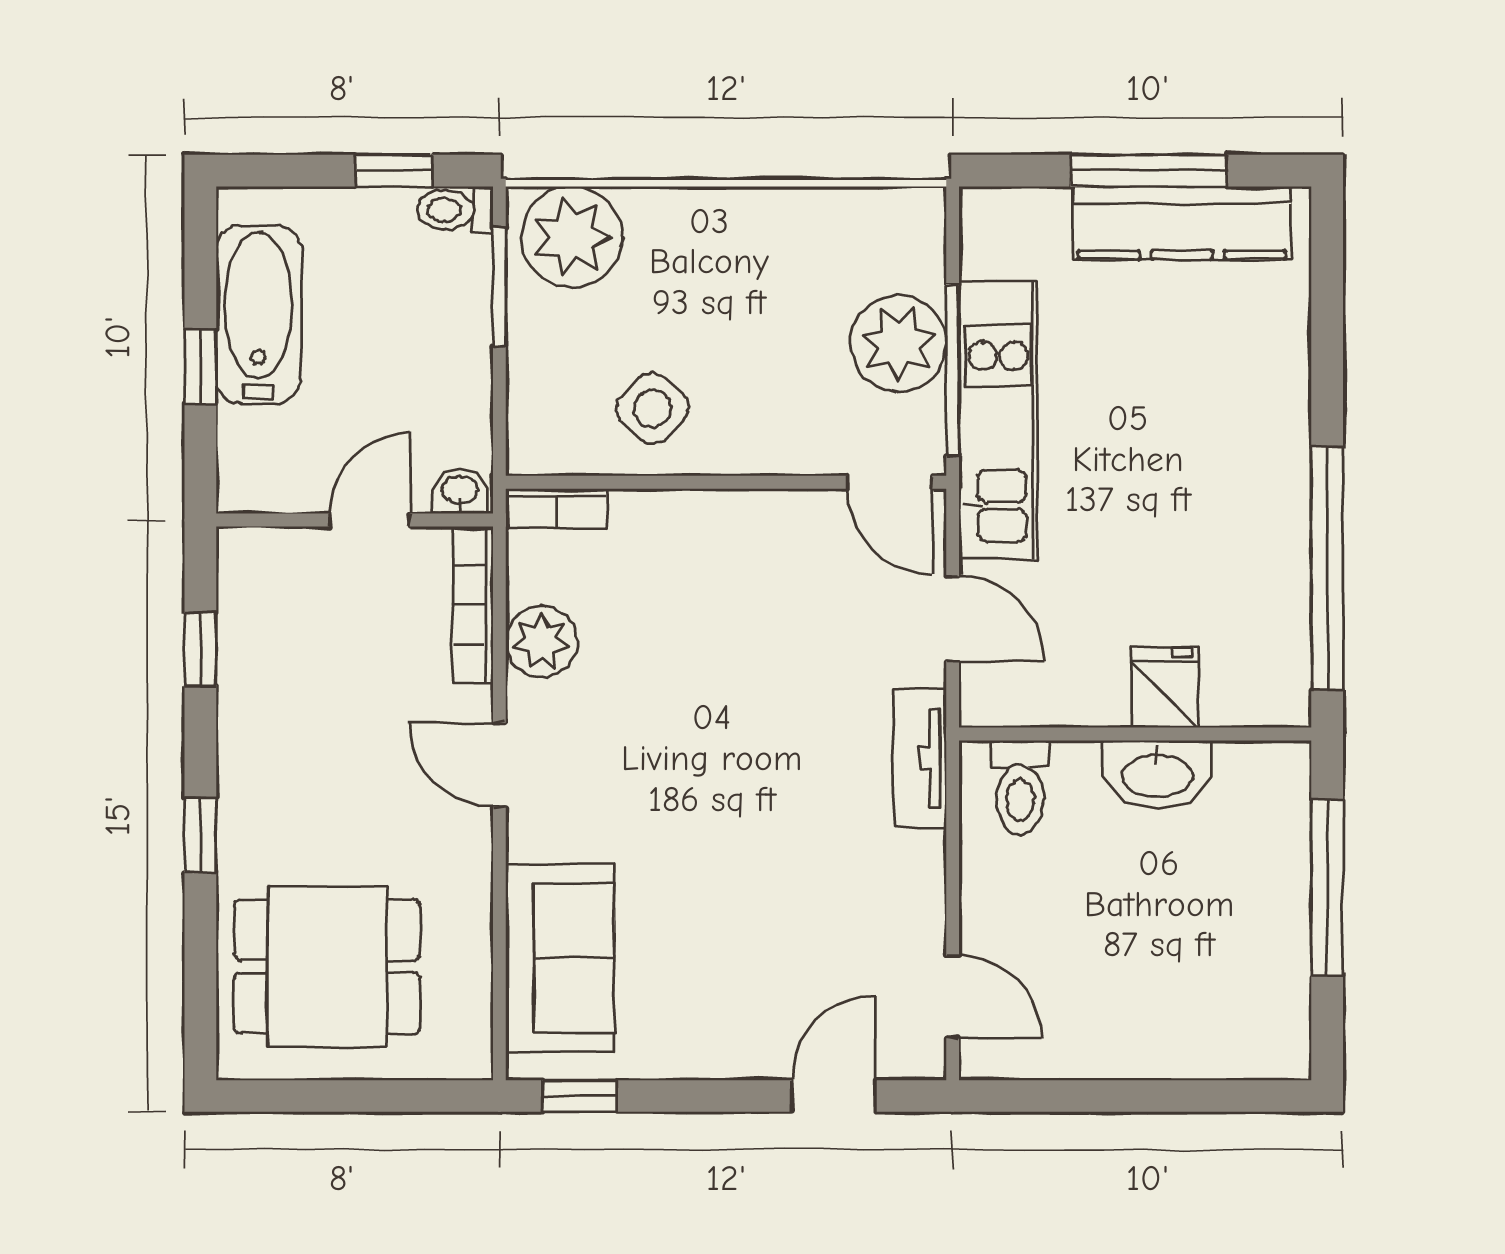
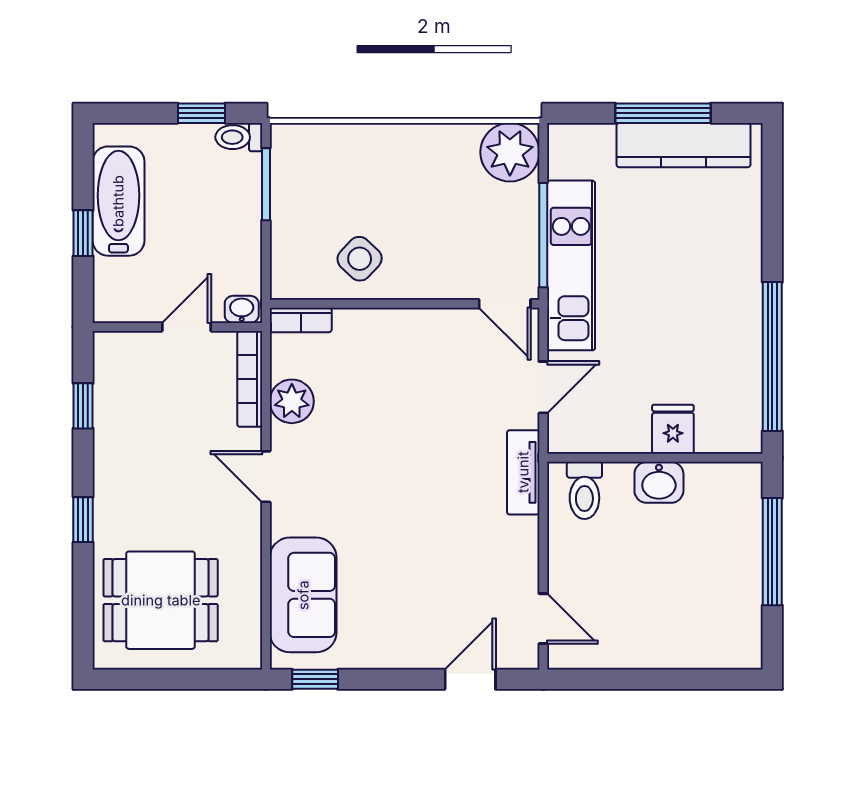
plant: (572, 237) -> (310, 154), removed
plant: (898, 344) -> (510, 152), moved
door: (953, 619) -> (543, 387), hinge flipped
washbasin: (1157, 774) -> (659, 482), width x0.72

